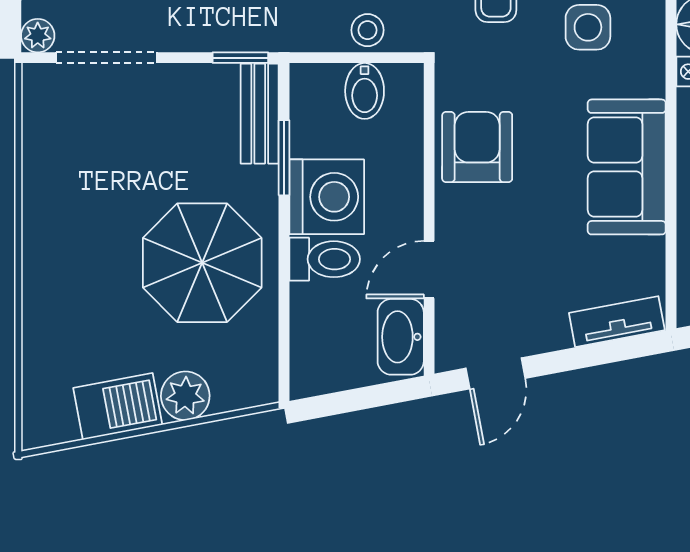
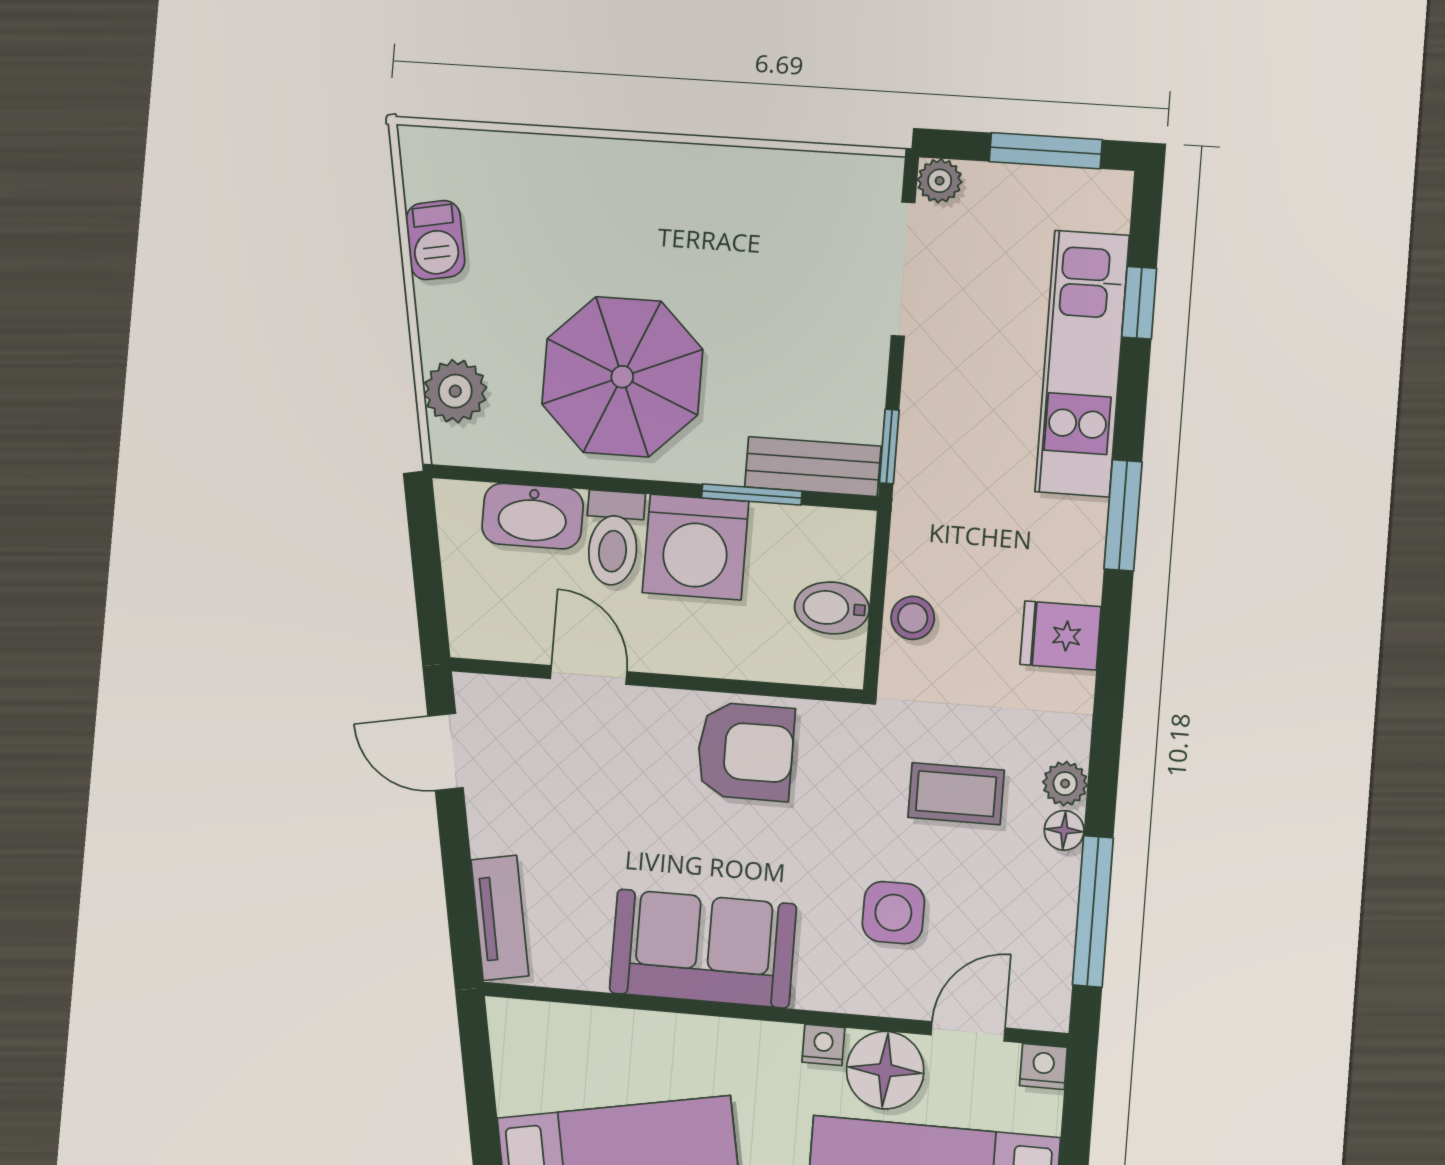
washbasin: (401, 337) -> (533, 516), moved, turned 180
plant: (185, 396) -> (455, 391), moved
barbecue: (118, 406) -> (435, 240), width x0.73, depth x0.79

